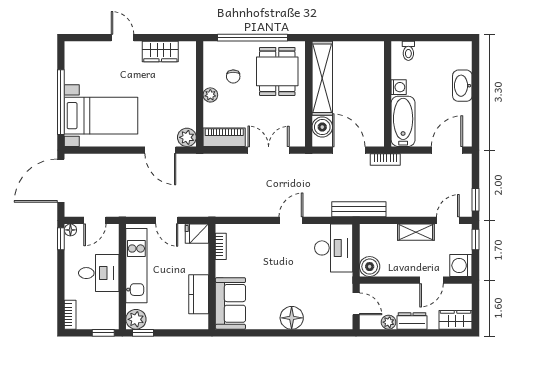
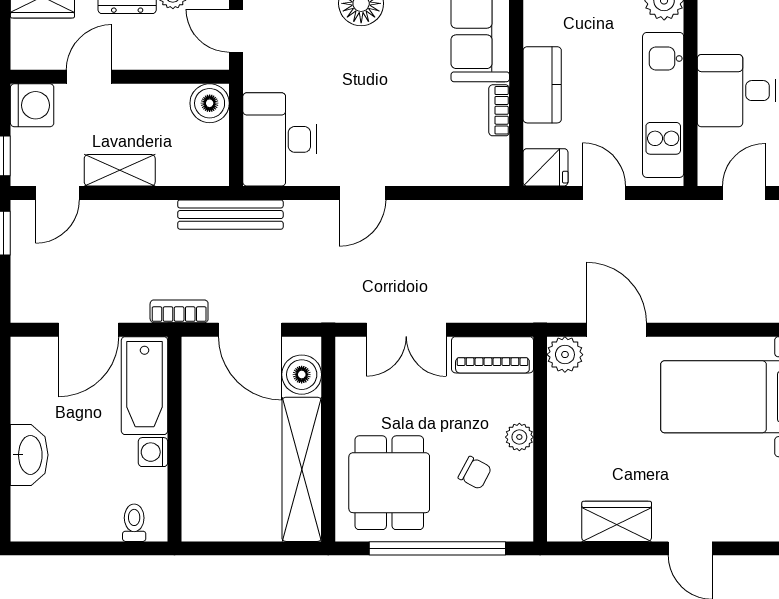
chair: (233, 77) -> (475, 473), turned 118
door: (447, 150) -> (88, 330), moved
bookcase: (221, 246) -> (499, 110), moved
kitchen counter: (199, 294) -> (542, 85), moved

